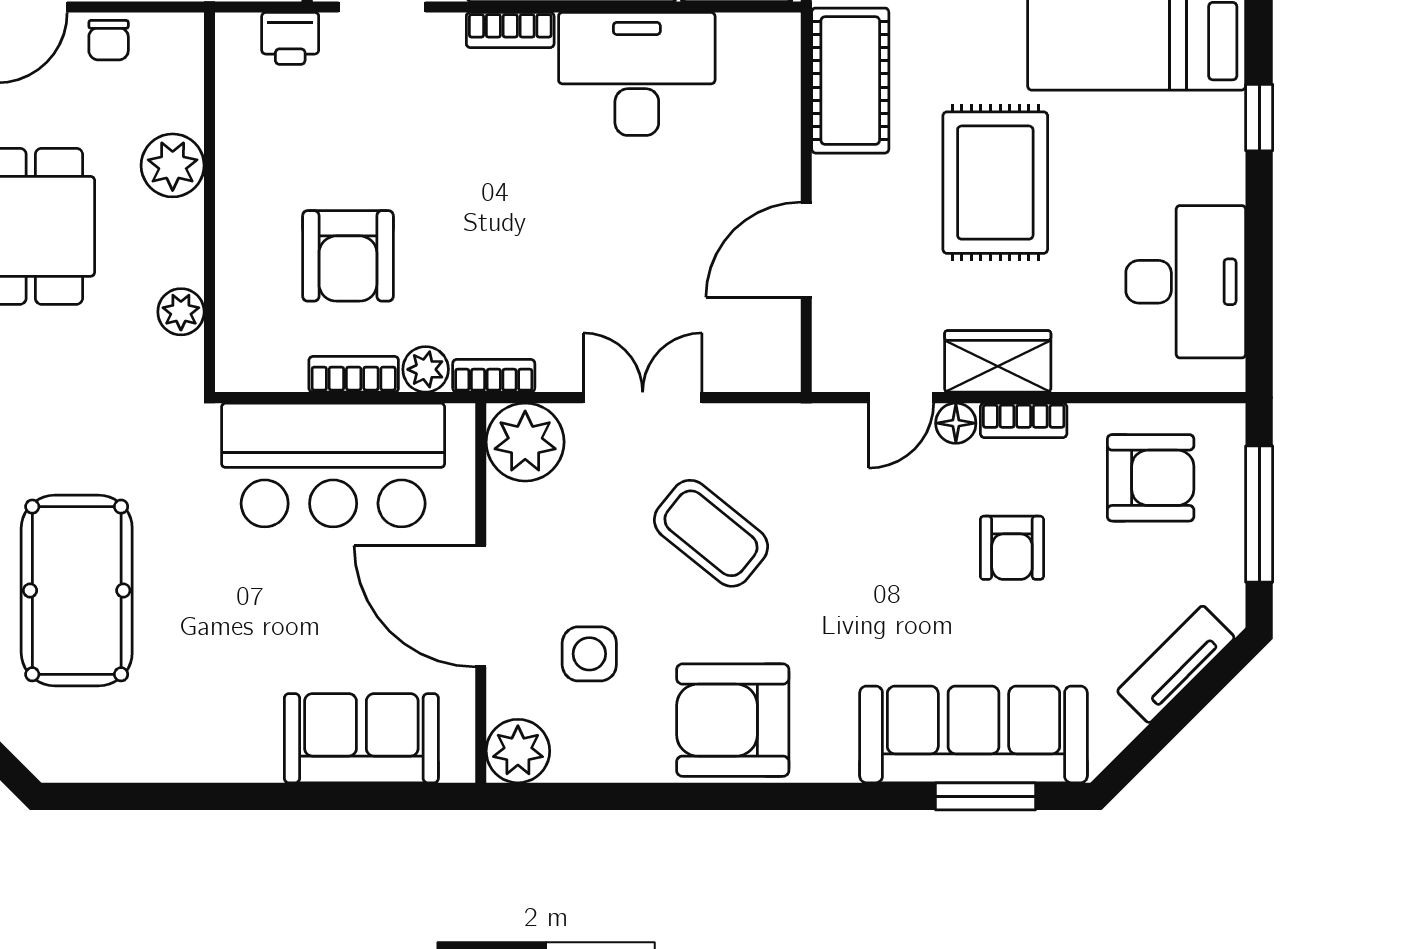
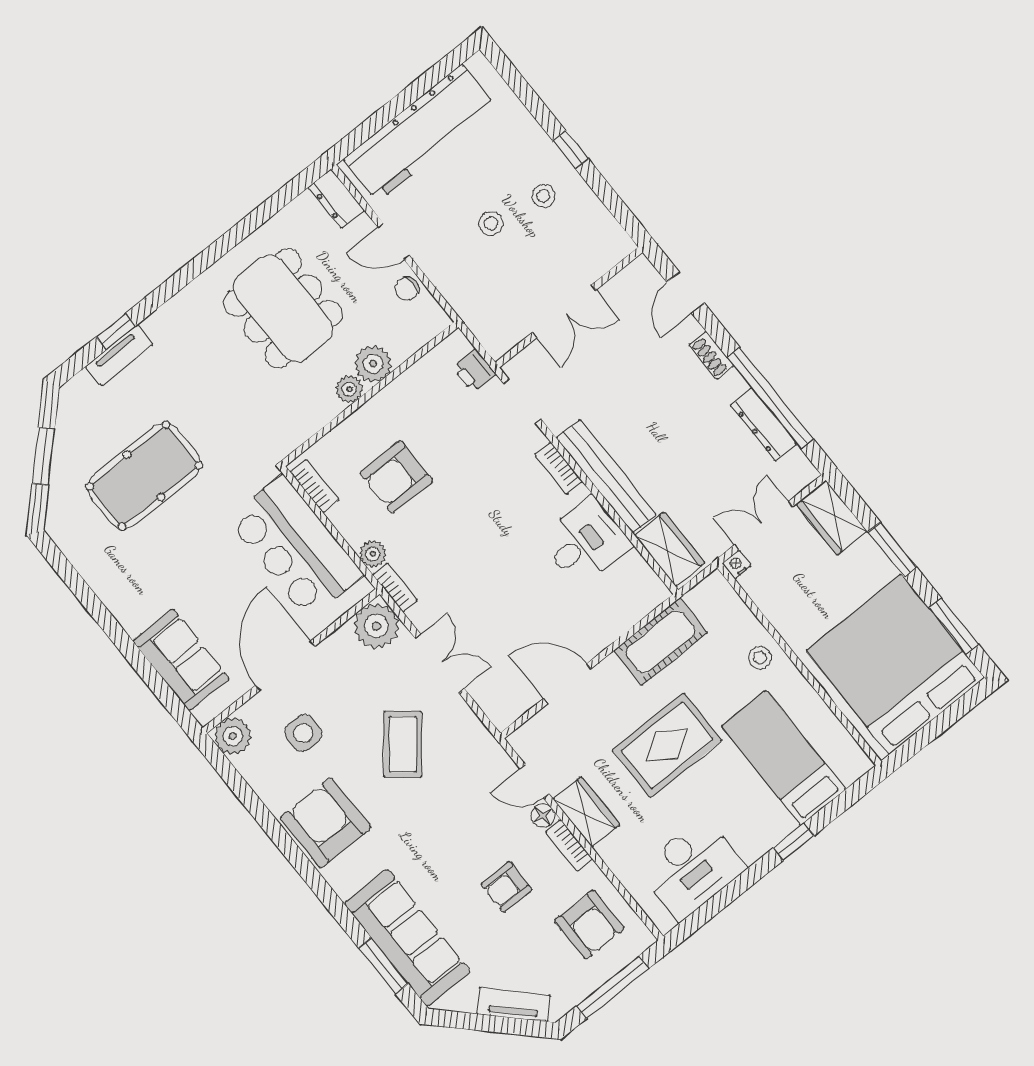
desk: (637, 74) -> (585, 542), width x0.73
plant: (181, 312) -> (349, 389), moved
bookcase: (354, 374) -> (315, 486), moved

